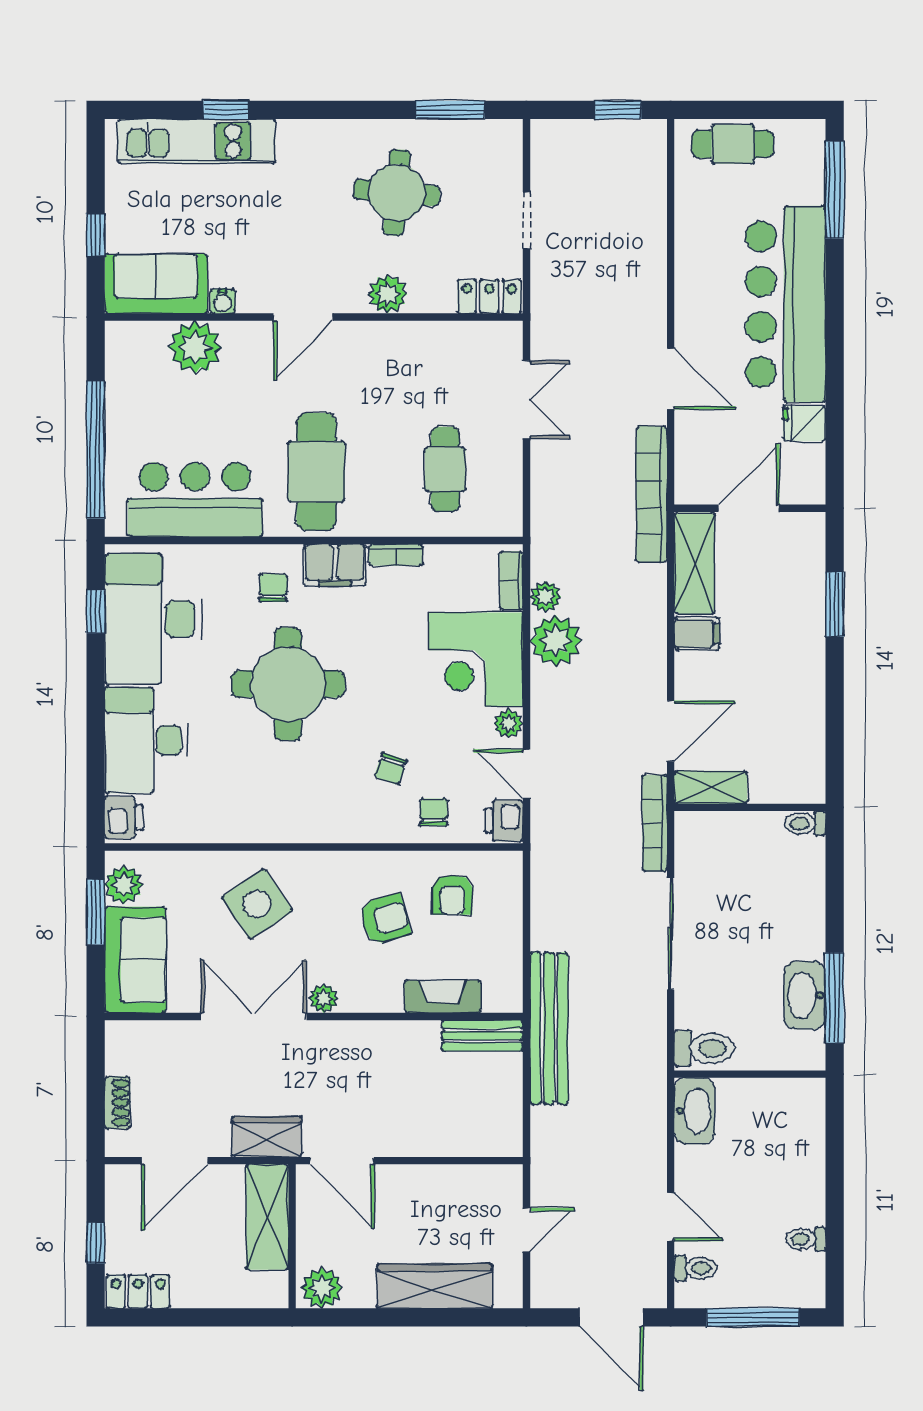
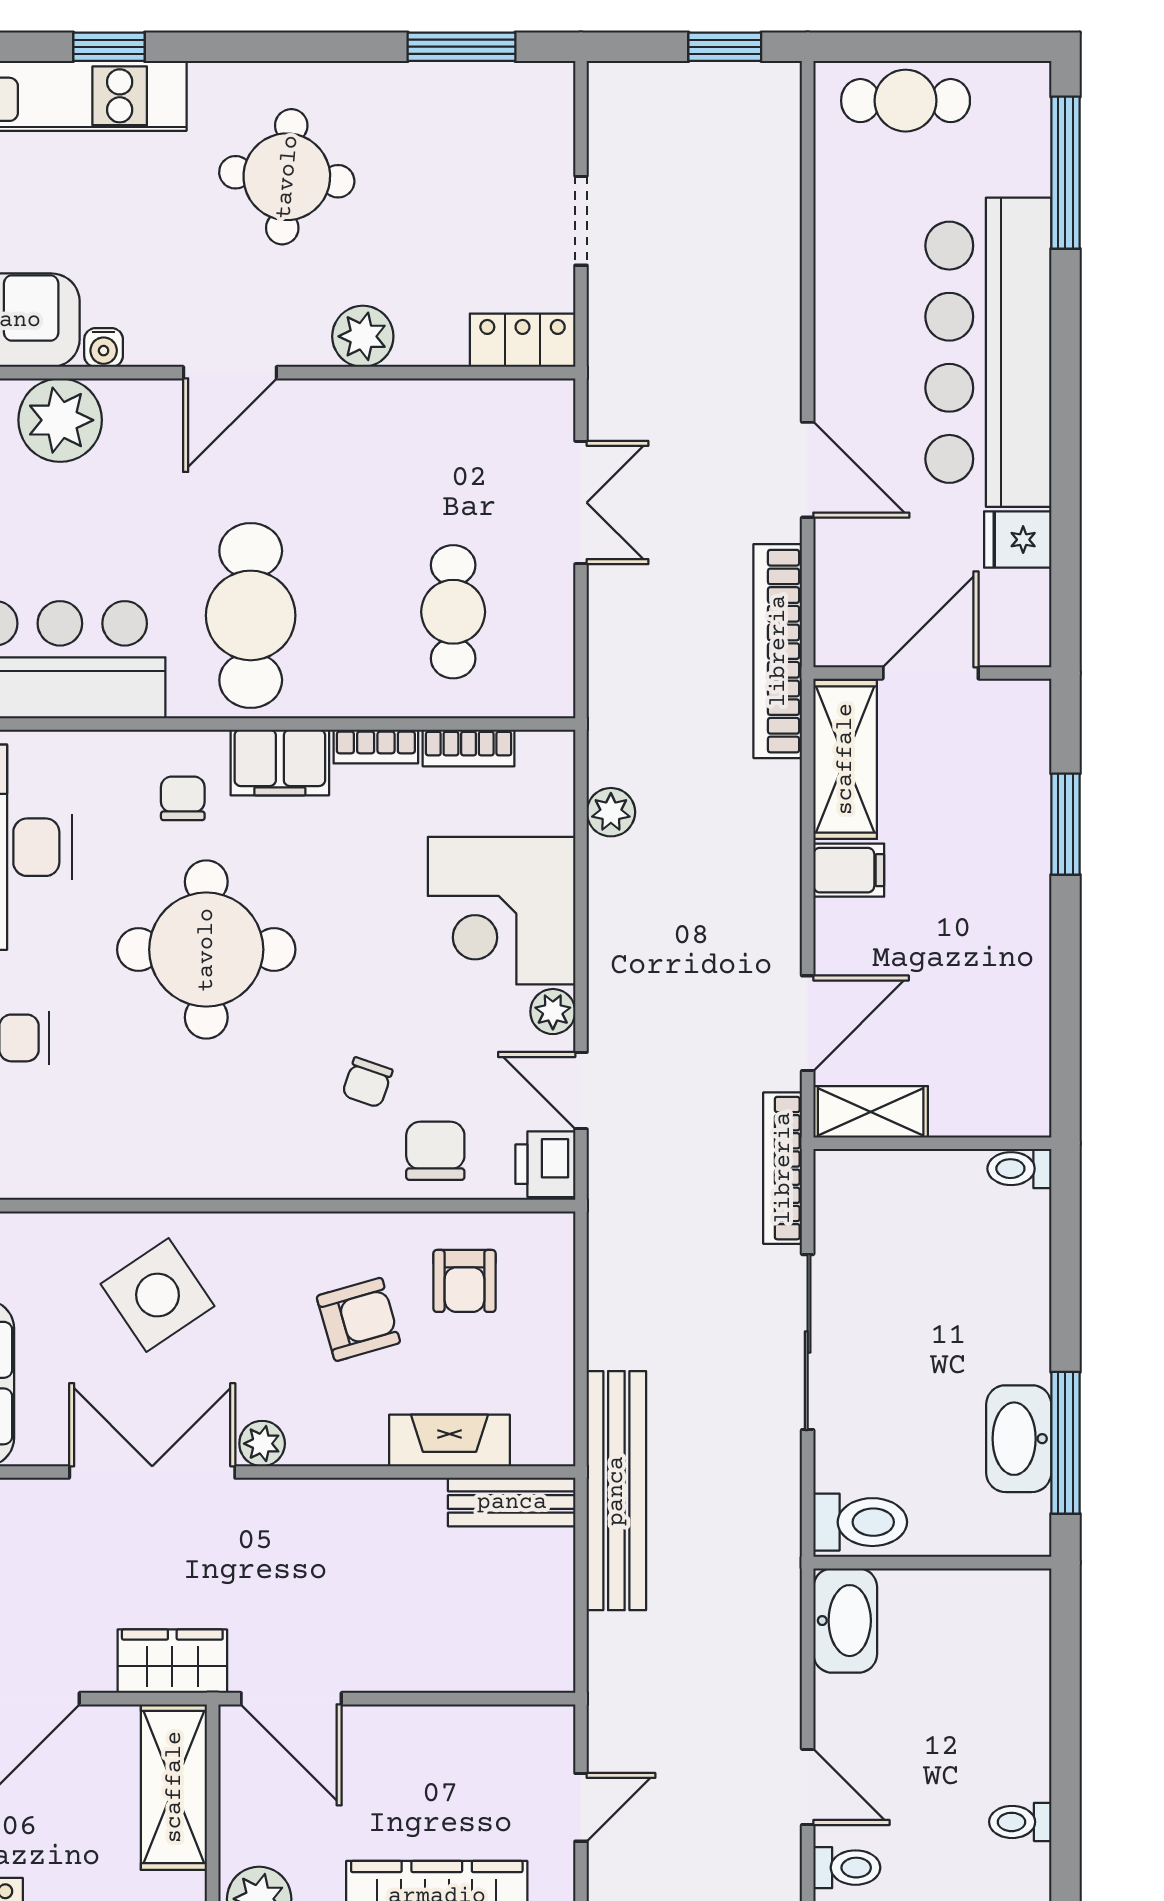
round table: (397, 193) -> (287, 177), moved
bookcase: (511, 580) -> (469, 748), moved, turned -90
plant: (556, 641) -> (627, 881), removed
chair: (434, 812) -> (435, 1151), width x1.37, depth x1.37

